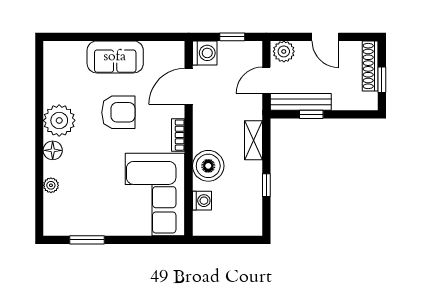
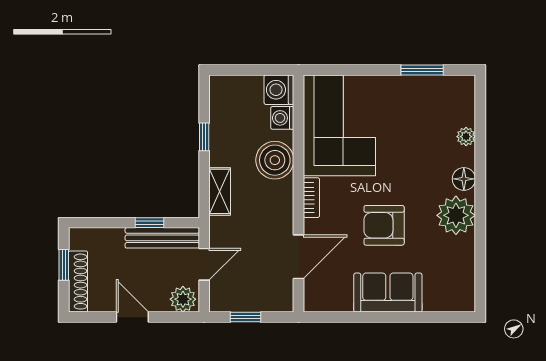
washing machine: (205, 53) -> (279, 90), moved

